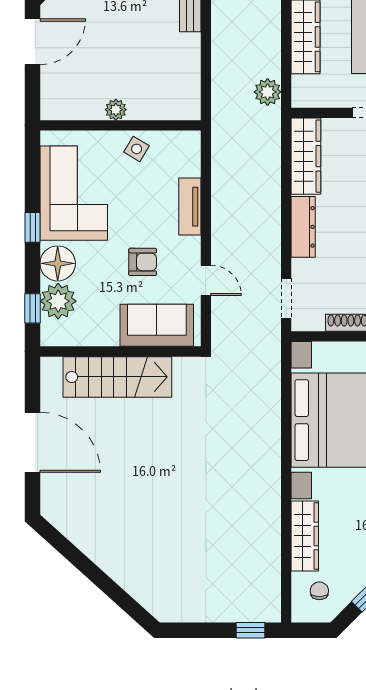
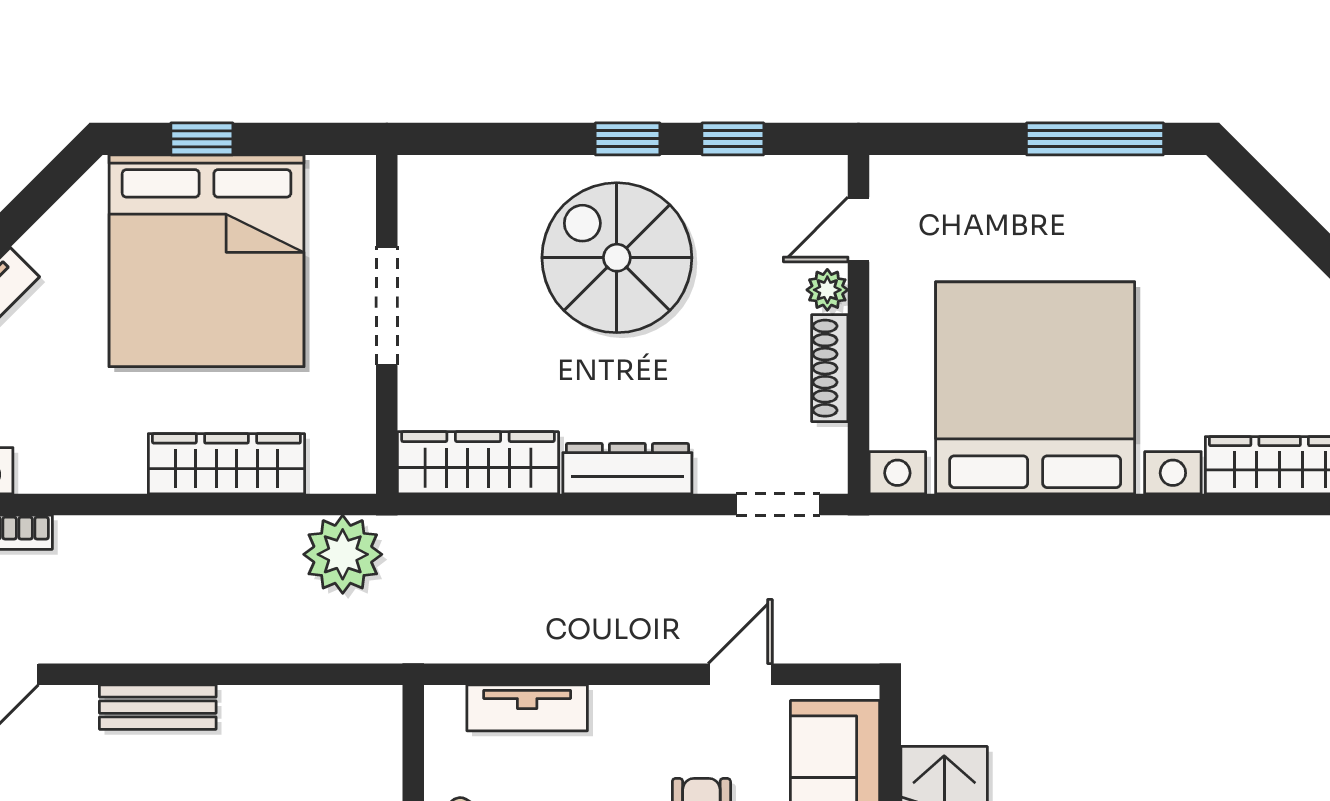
plant: (268, 92) -> (343, 554), width x1.36, depth x1.36
tv unit: (190, 207) -> (527, 708), moved

